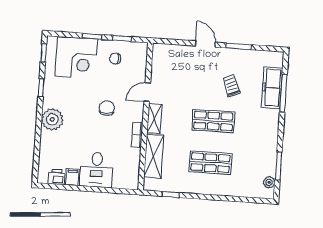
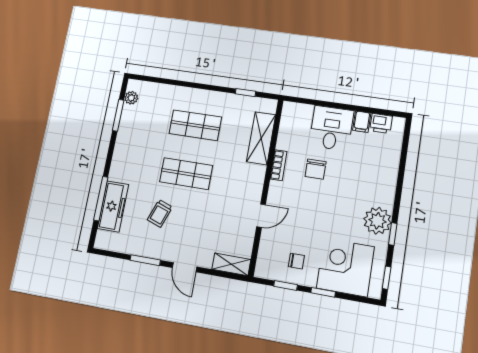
trolley: (231, 86) -> (160, 213), turned 41
chair: (107, 108) -> (316, 169), moved
plant: (52, 119) -> (377, 221), moved
shelving: (154, 119) -> (231, 264), moved, turned 90

